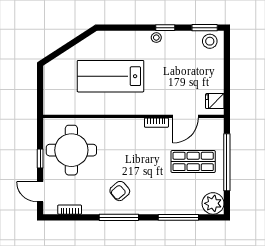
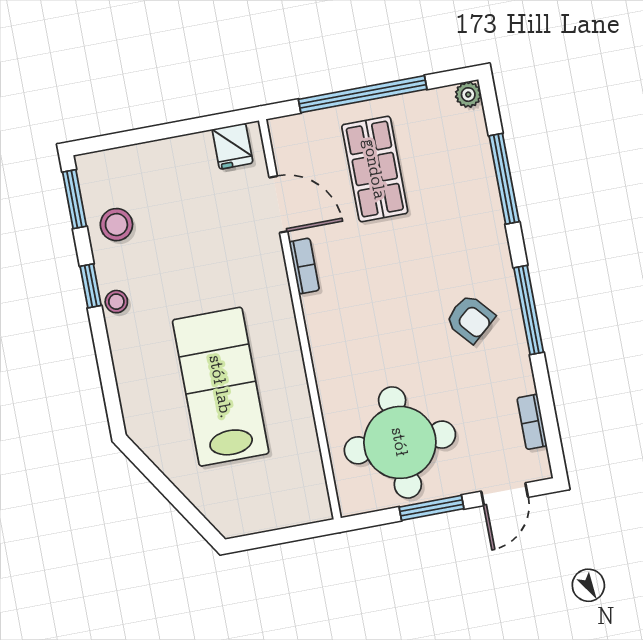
stool: (210, 41) -> (116, 225), moved
lab bench: (110, 76) -> (221, 387), turned 180
window: (40, 159) -> (431, 508), width x1.50
plant: (213, 203) -> (468, 95), width x0.53, depth x0.53

